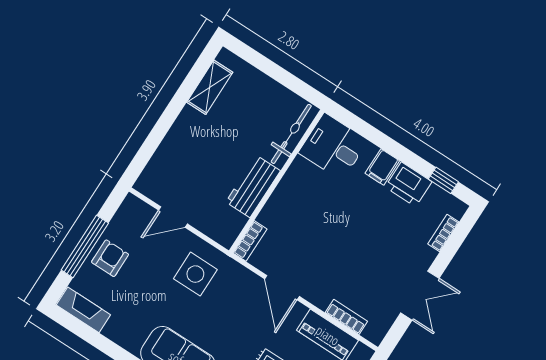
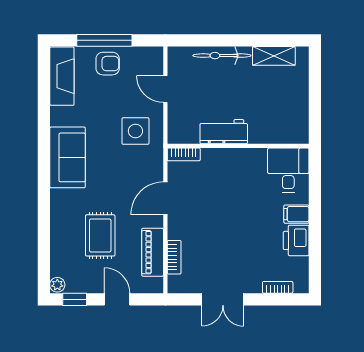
bicycle: (291, 134) -> (222, 56), moved, turned 180
window: (443, 180) -> (315, 263), removed
fireplace: (83, 310) -> (62, 76), width x1.37, depth x1.32

